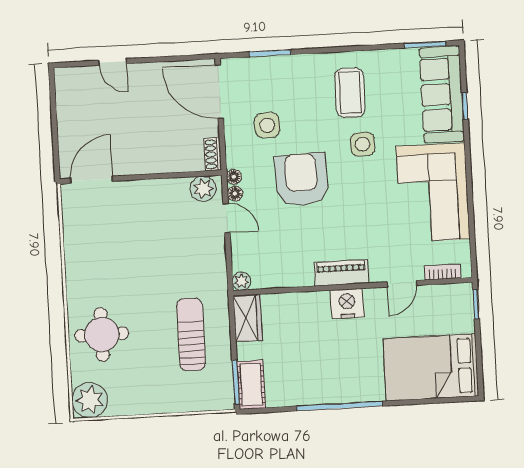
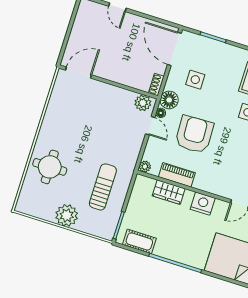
floor lamp: (234, 177) -> (169, 100), width x1.89, depth x1.89
armchair: (301, 180) -> (194, 134), moved
piano: (341, 273) -> (177, 175), moved
wardrobe: (248, 318) -> (169, 192), moved, turned 90
cot: (251, 385) -> (139, 241), moved, turned 90
plant: (90, 400) -> (67, 215), moved

